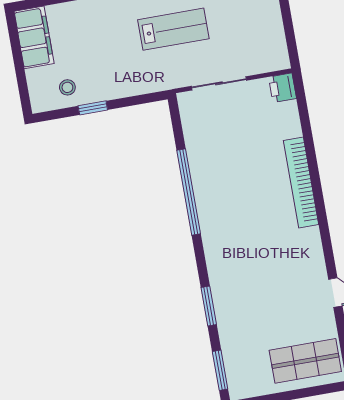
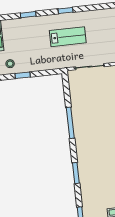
window: (189, 192) -> (70, 123), width x0.68
window: (209, 306) -> (76, 173), moved

